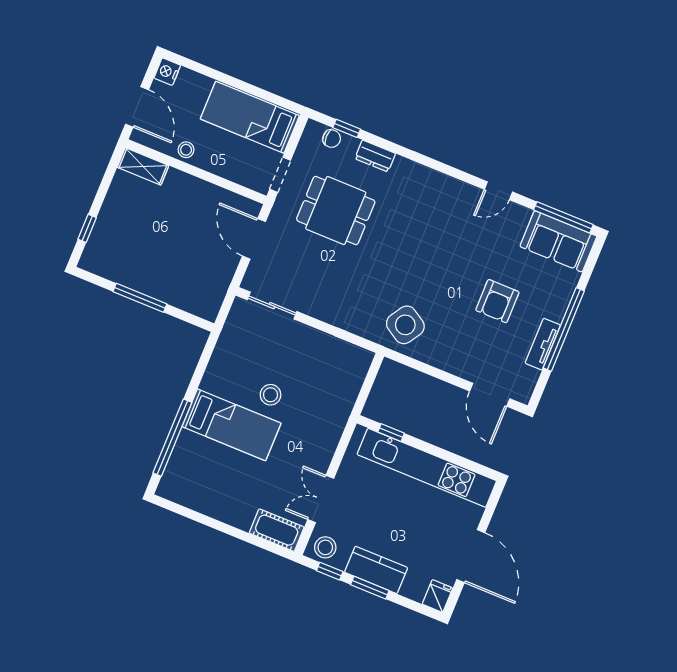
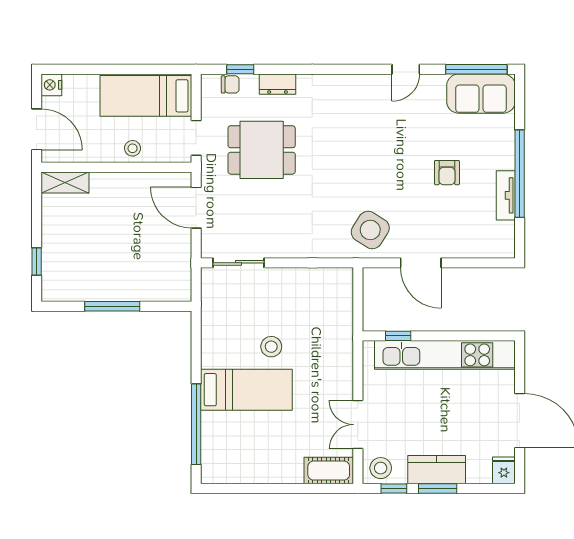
stool: (186, 150) -> (133, 148), moved
armchair: (497, 301) -> (447, 173), width x0.72, depth x0.72
door: (490, 395) -> (421, 263), moved

